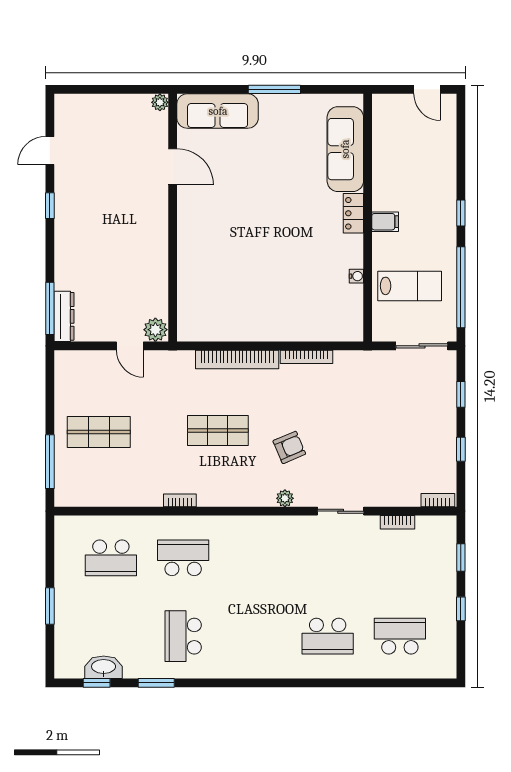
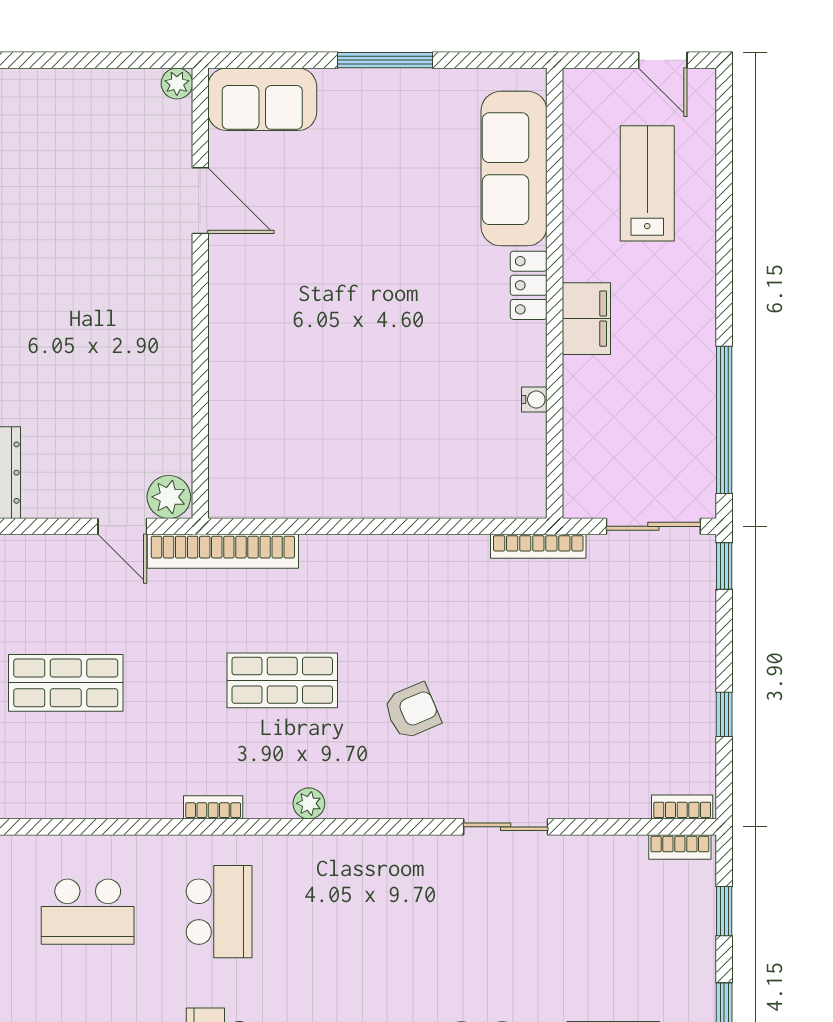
sofa: (218, 111) -> (262, 99), width x0.73
window: (461, 213) -> (724, 285), removed
filing cabinet: (385, 222) -> (586, 319), width x2.00
lab bench: (410, 286) -> (647, 183), moved, turned -90
bookcase: (307, 357) -> (538, 546), moved
bookcase: (237, 360) -> (223, 551), moved
window: (461, 394) -> (724, 566), moved
plant: (285, 498) -> (309, 803), moved
bookcase: (398, 522) -> (680, 847), moved
school desk: (183, 558) -> (219, 912), turned 90

